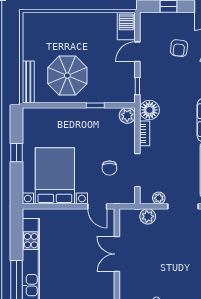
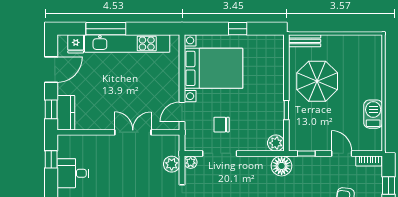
barbecue: (126, 26) -> (373, 114), moved, turned -90
bench: (28, 82) -> (305, 41), width x0.73
bookcase: (145, 133) -> (369, 161), moved
plant: (159, 198) -> (191, 162), moved

